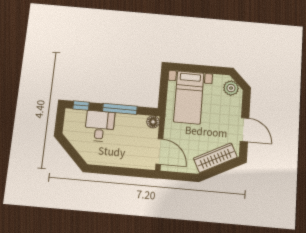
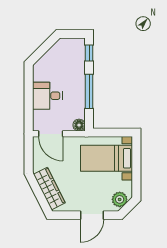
desk: (100, 126) -> (47, 96), moved, turned 180
door: (245, 130) -> (92, 215), moved
door: (159, 151) -> (51, 134), hinge flipped

